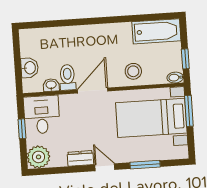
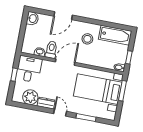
door: (72, 22) -> (63, 16), added
washbasin: (29, 68) -> (32, 19), moved
stool: (133, 71) -> (87, 39), moved
plant: (39, 157) -> (30, 97), moved

